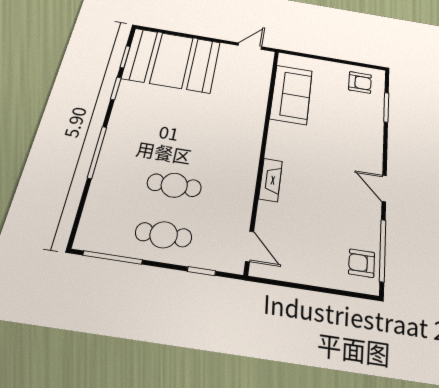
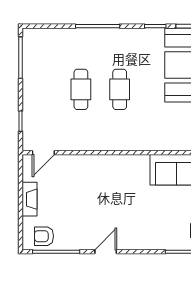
fireplace: (271, 180) -> (30, 199), moved, turned -90
cafe table: (164, 235) -> (120, 89), moved
armchair: (362, 263) -> (44, 236), turned -90

